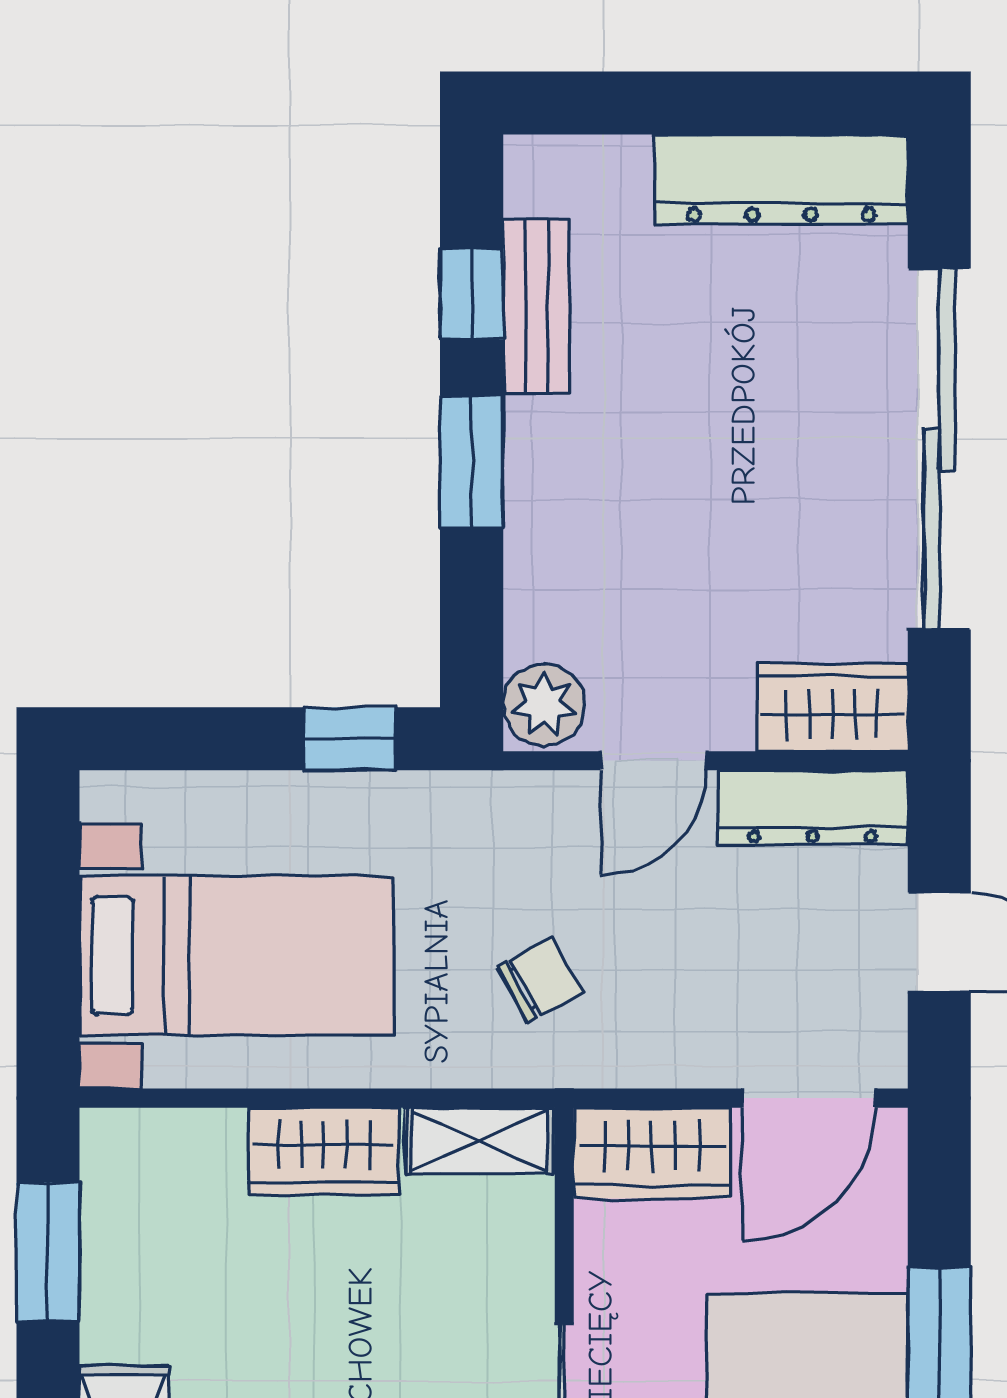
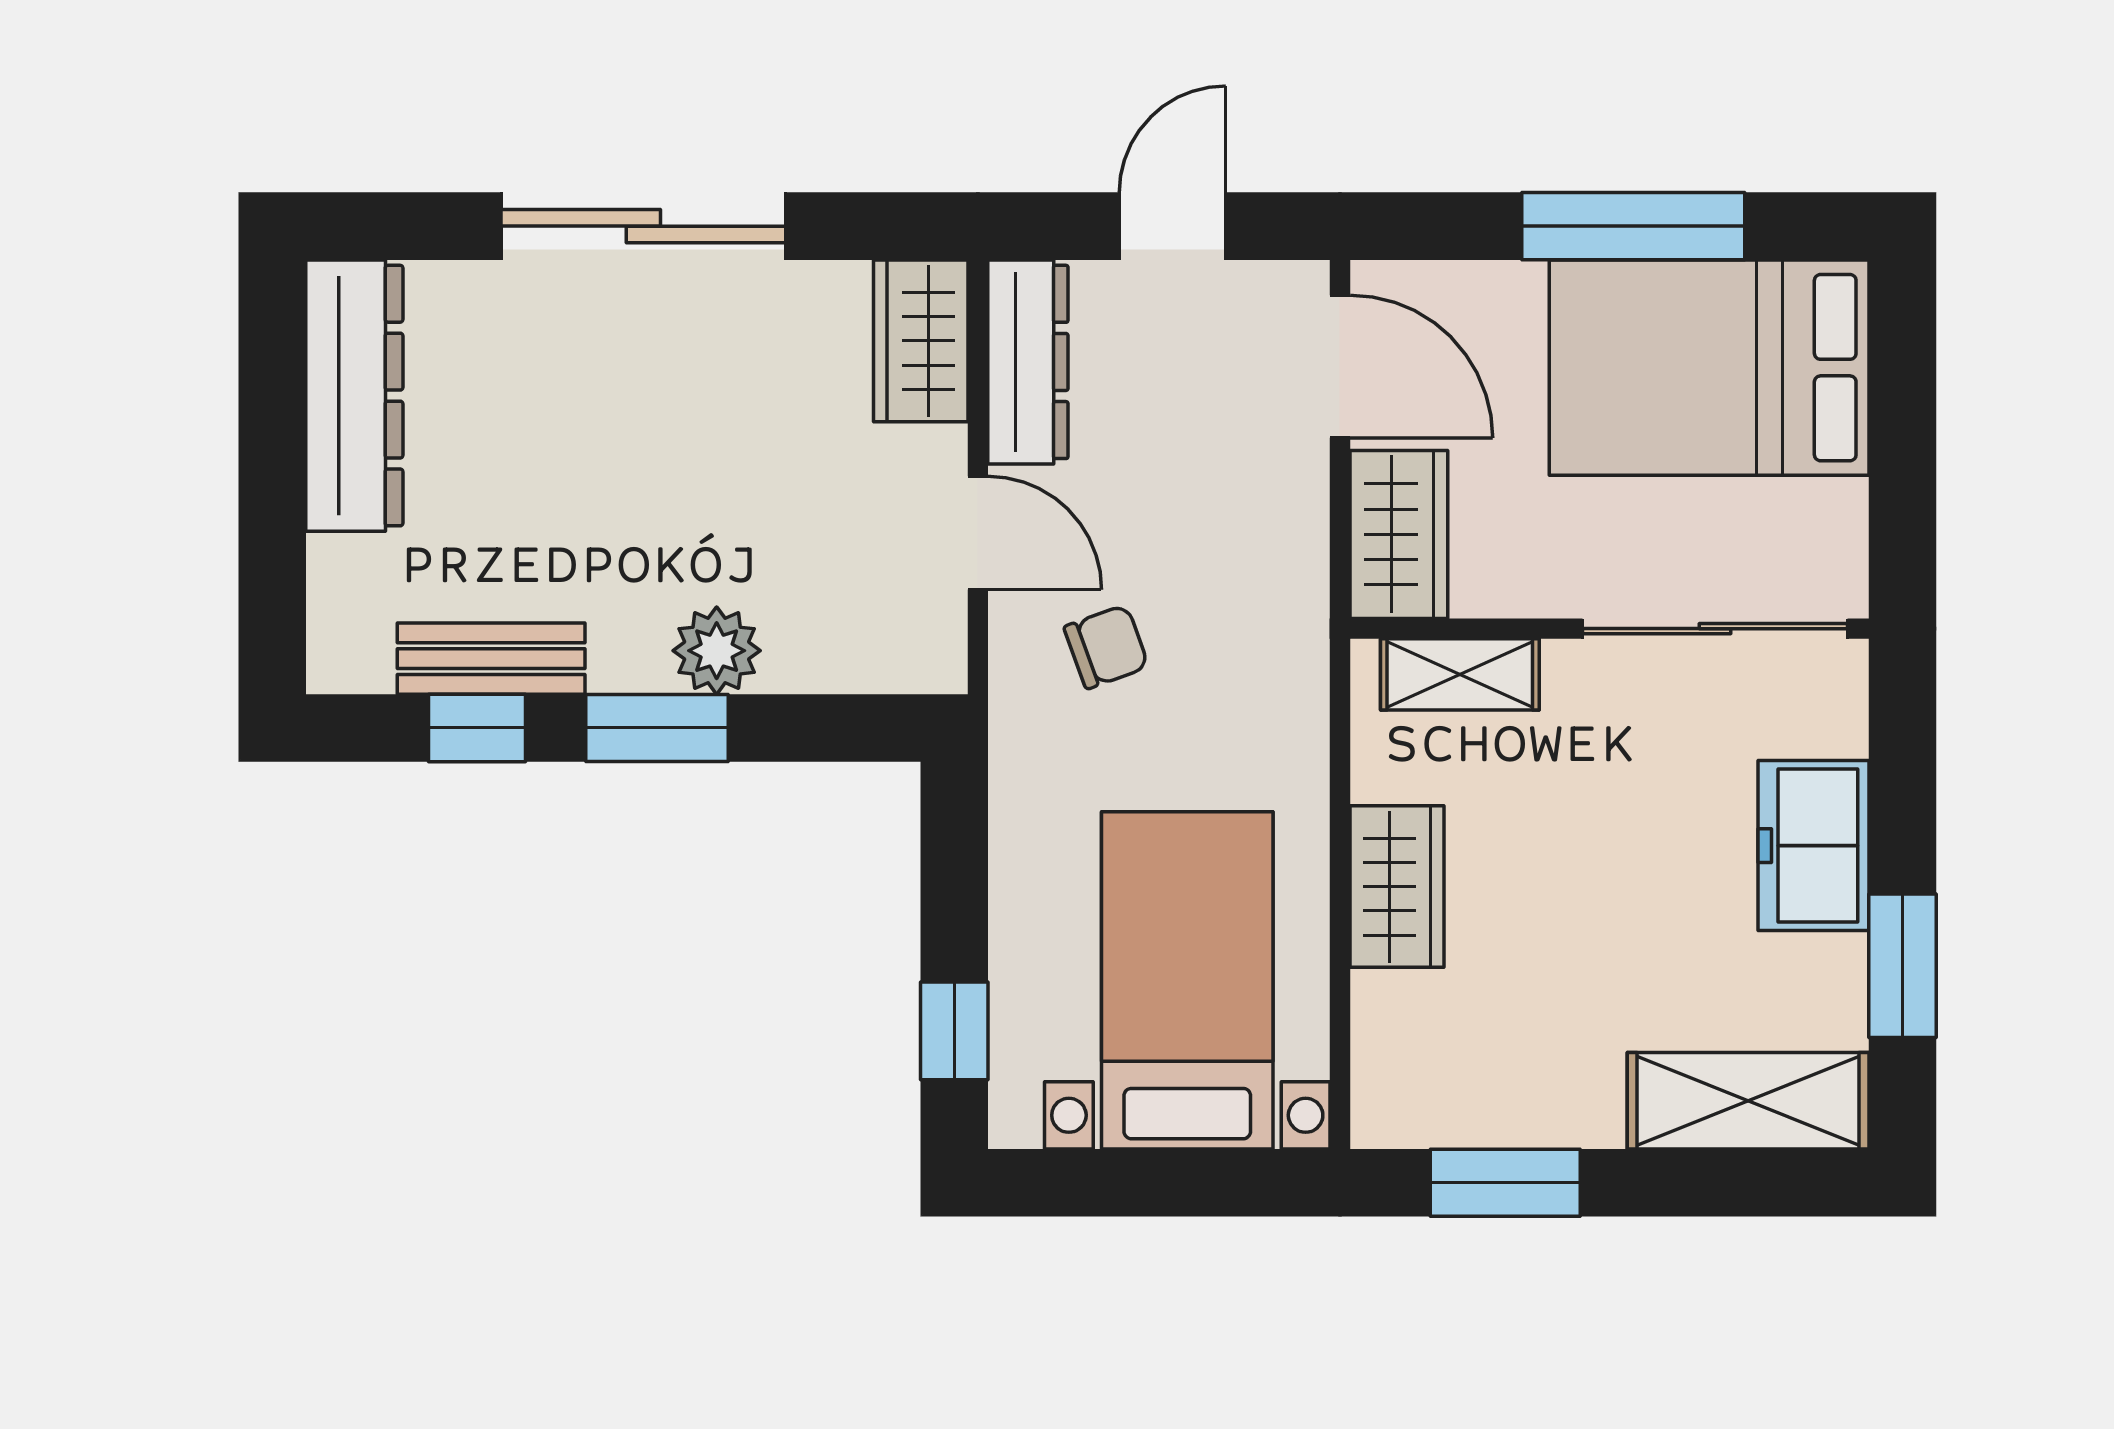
sliding door: (939, 449) -> (643, 226), width x0.73
plant: (544, 705) -> (717, 651), moved
window: (350, 739) -> (954, 1031), moved
chair: (540, 979) -> (1106, 647), moved, turned 99
shelving: (479, 1141) -> (1460, 674), moved, turned 90

